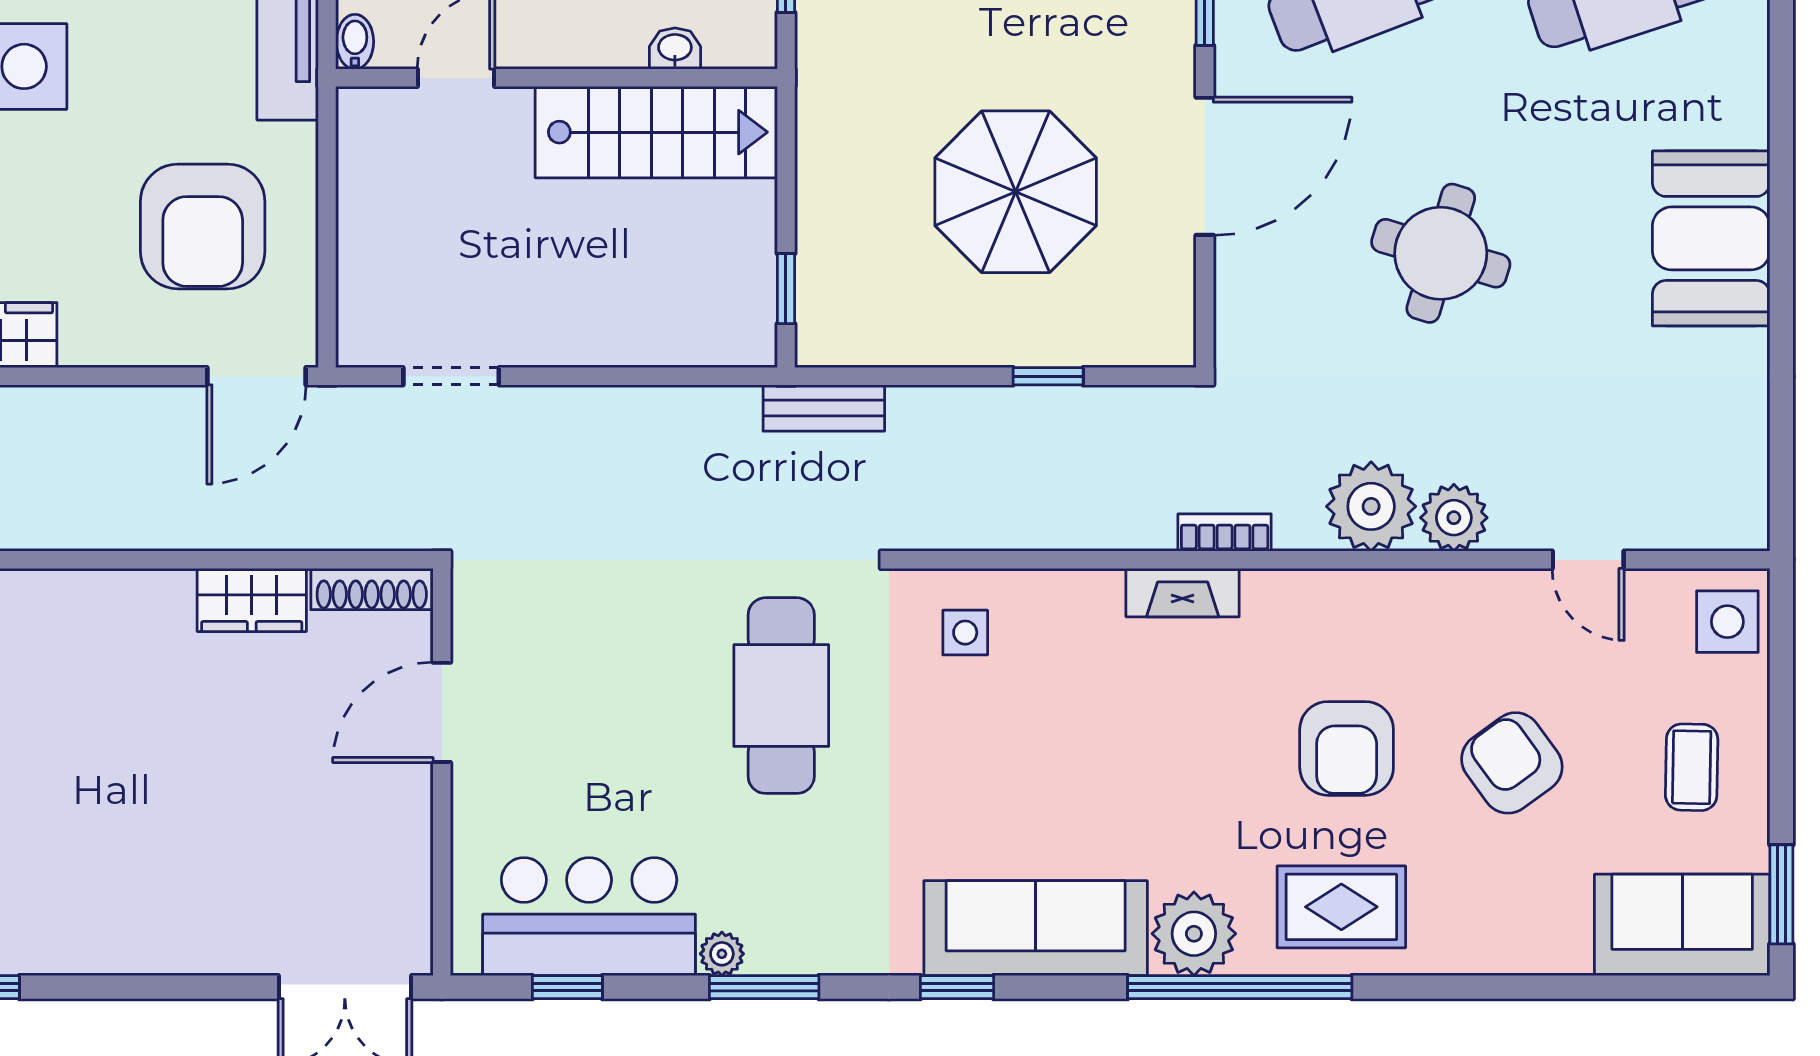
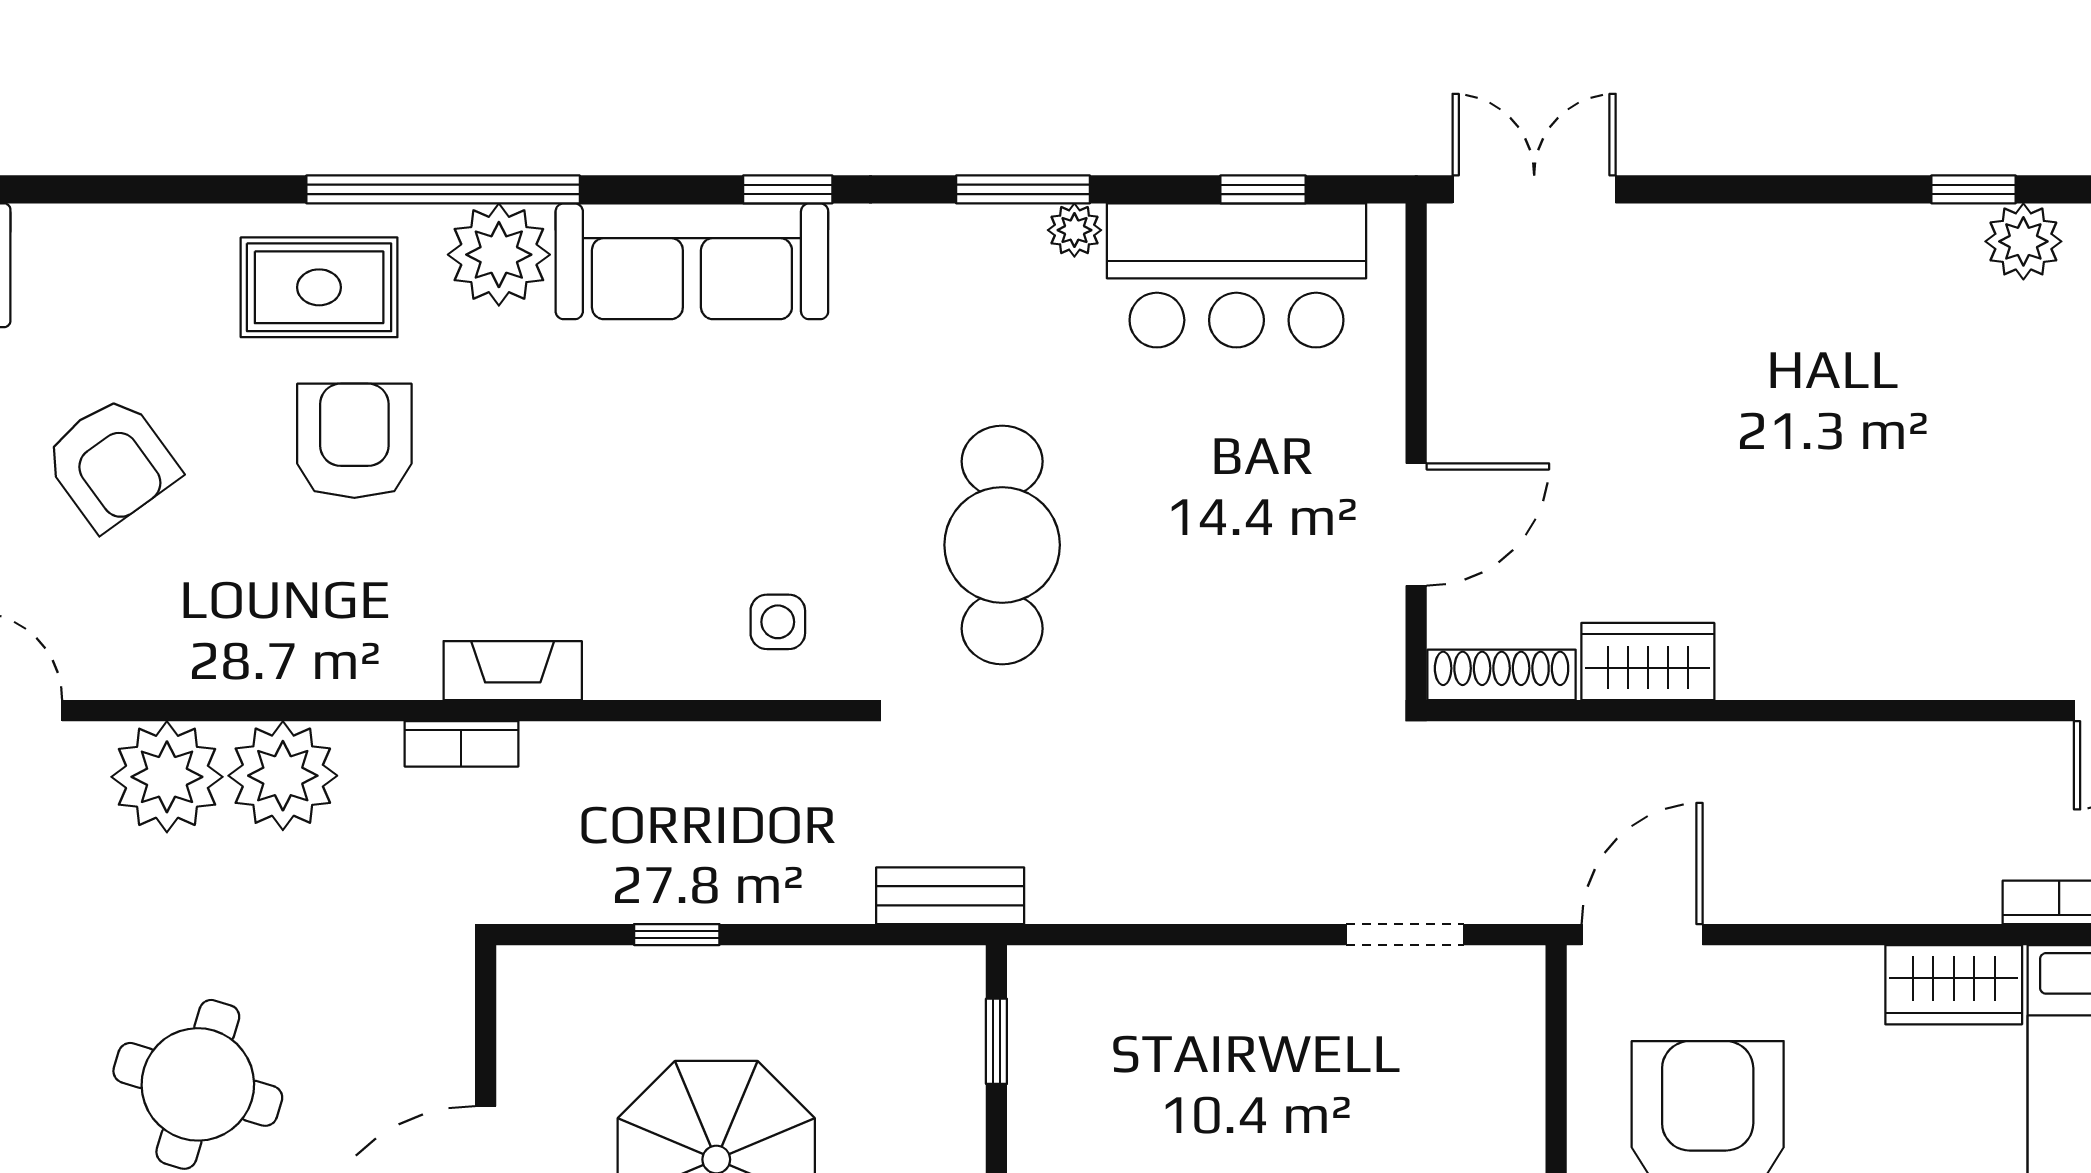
plant: (1454, 518) -> (167, 777), width x1.36, depth x1.36
armchair: (1347, 748) -> (354, 441), moved

